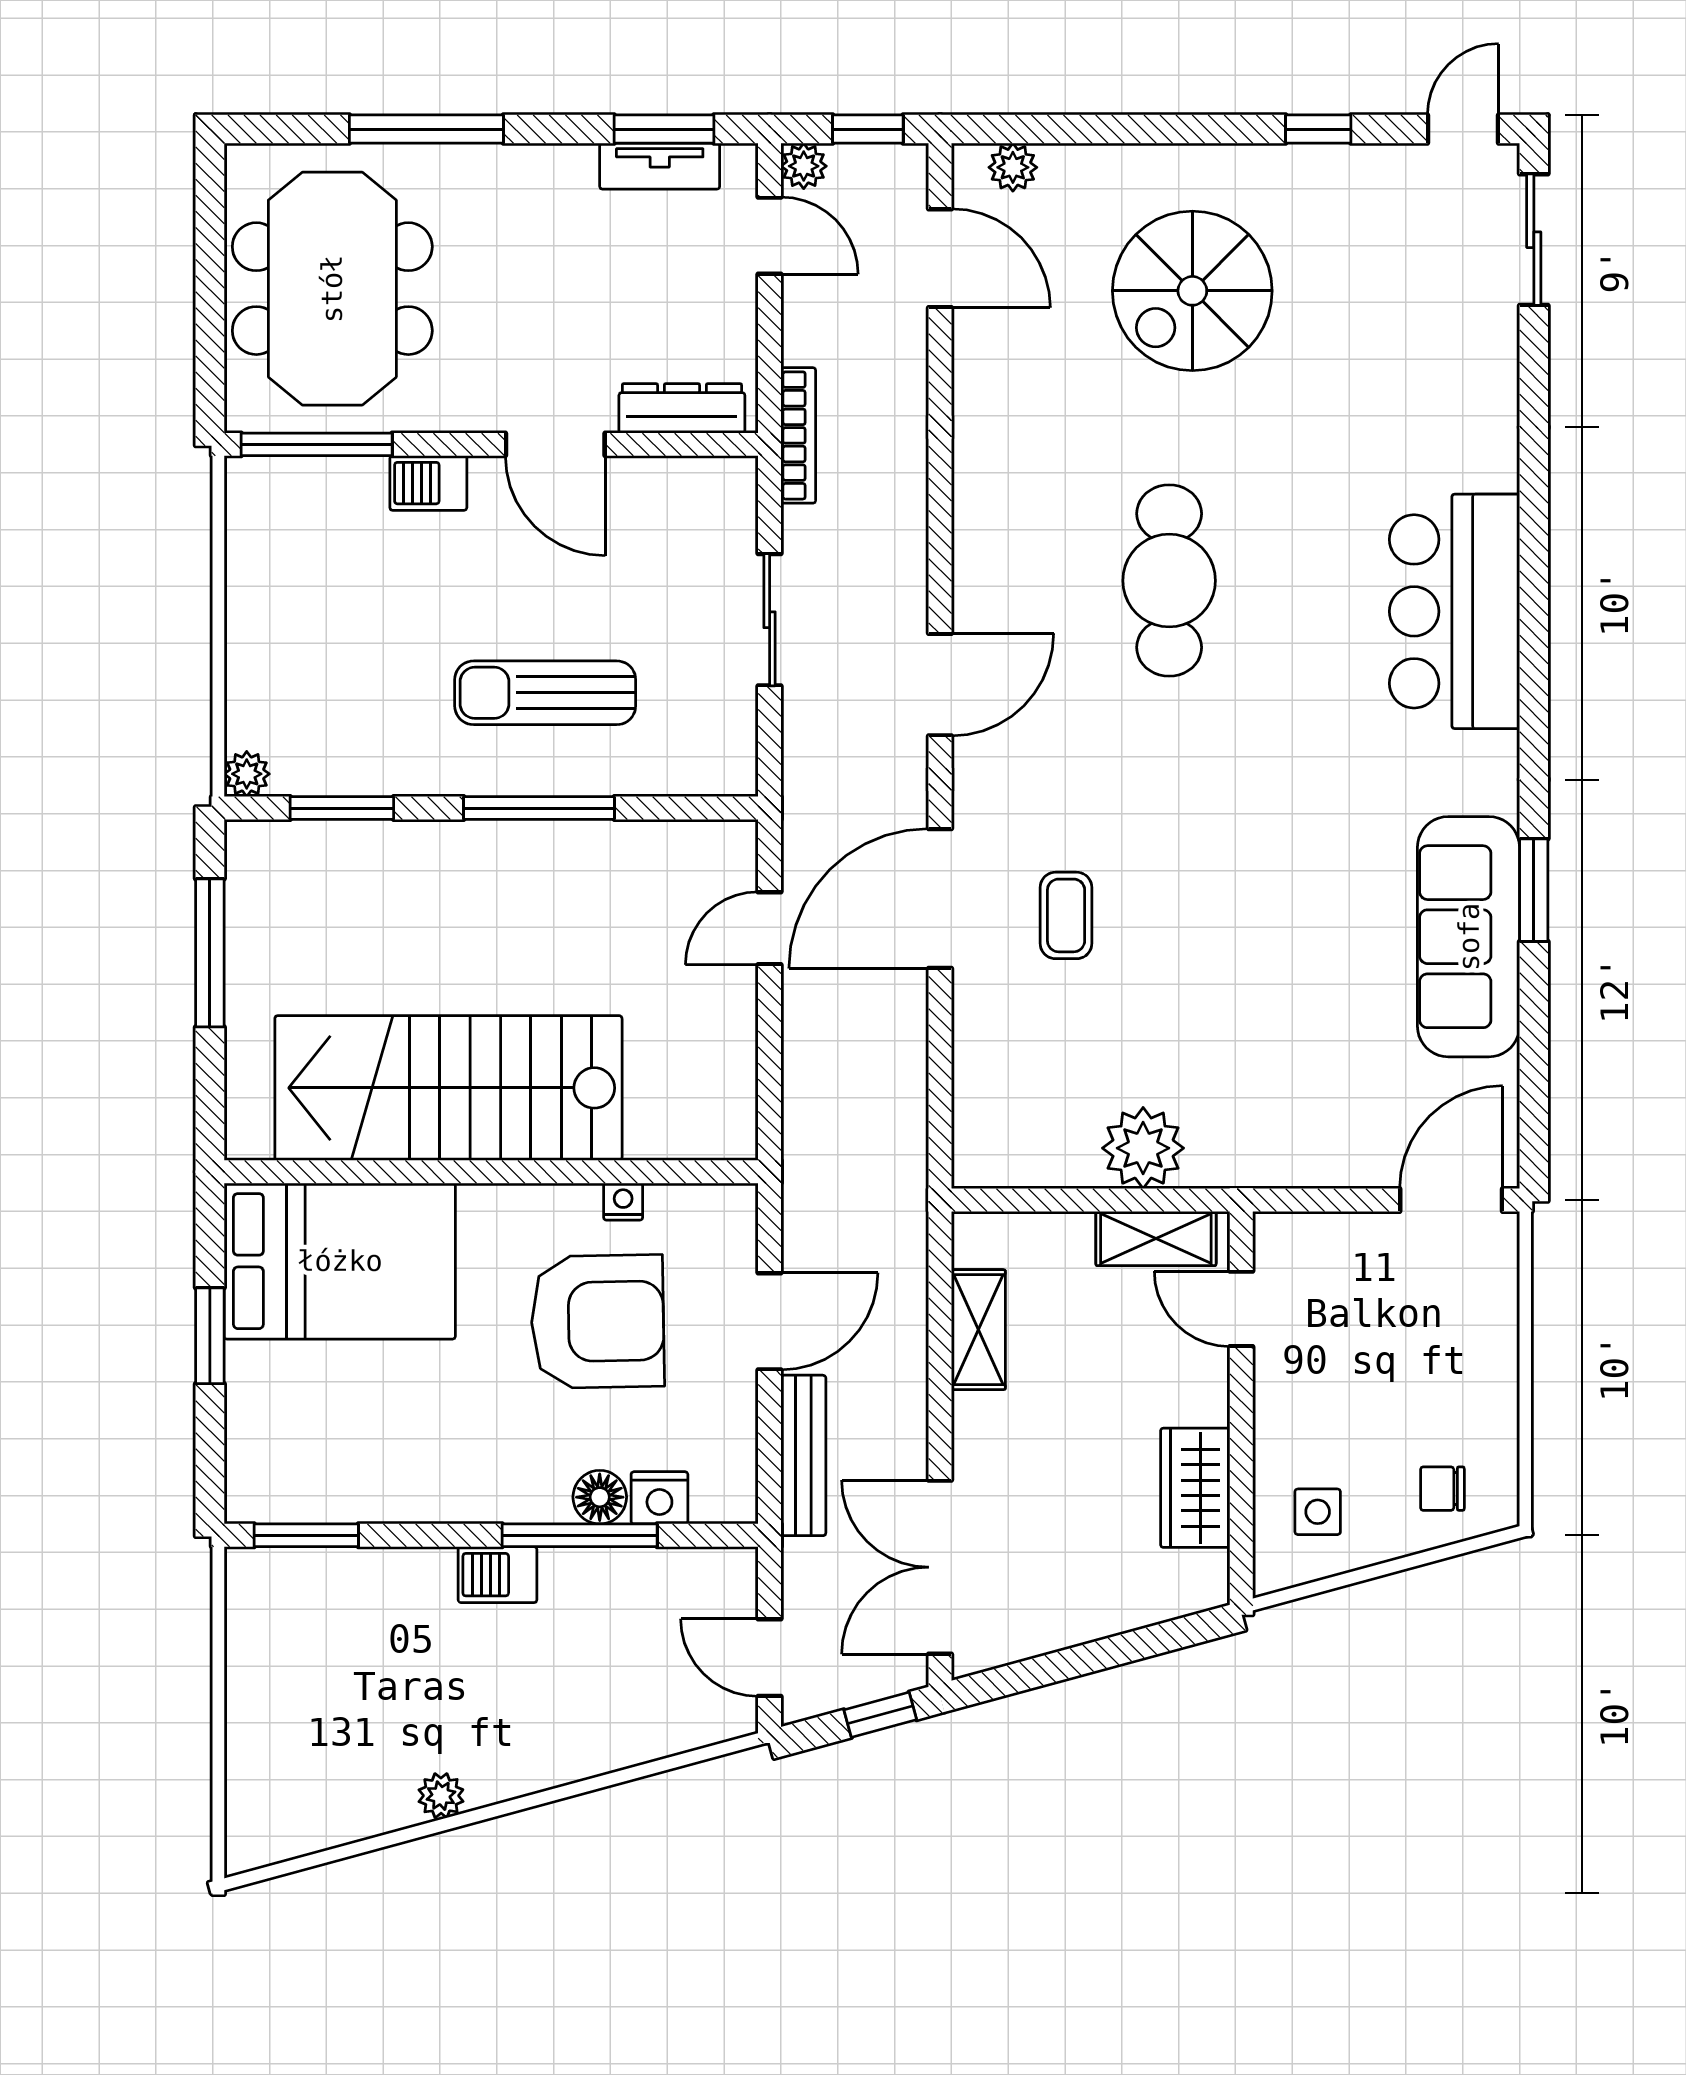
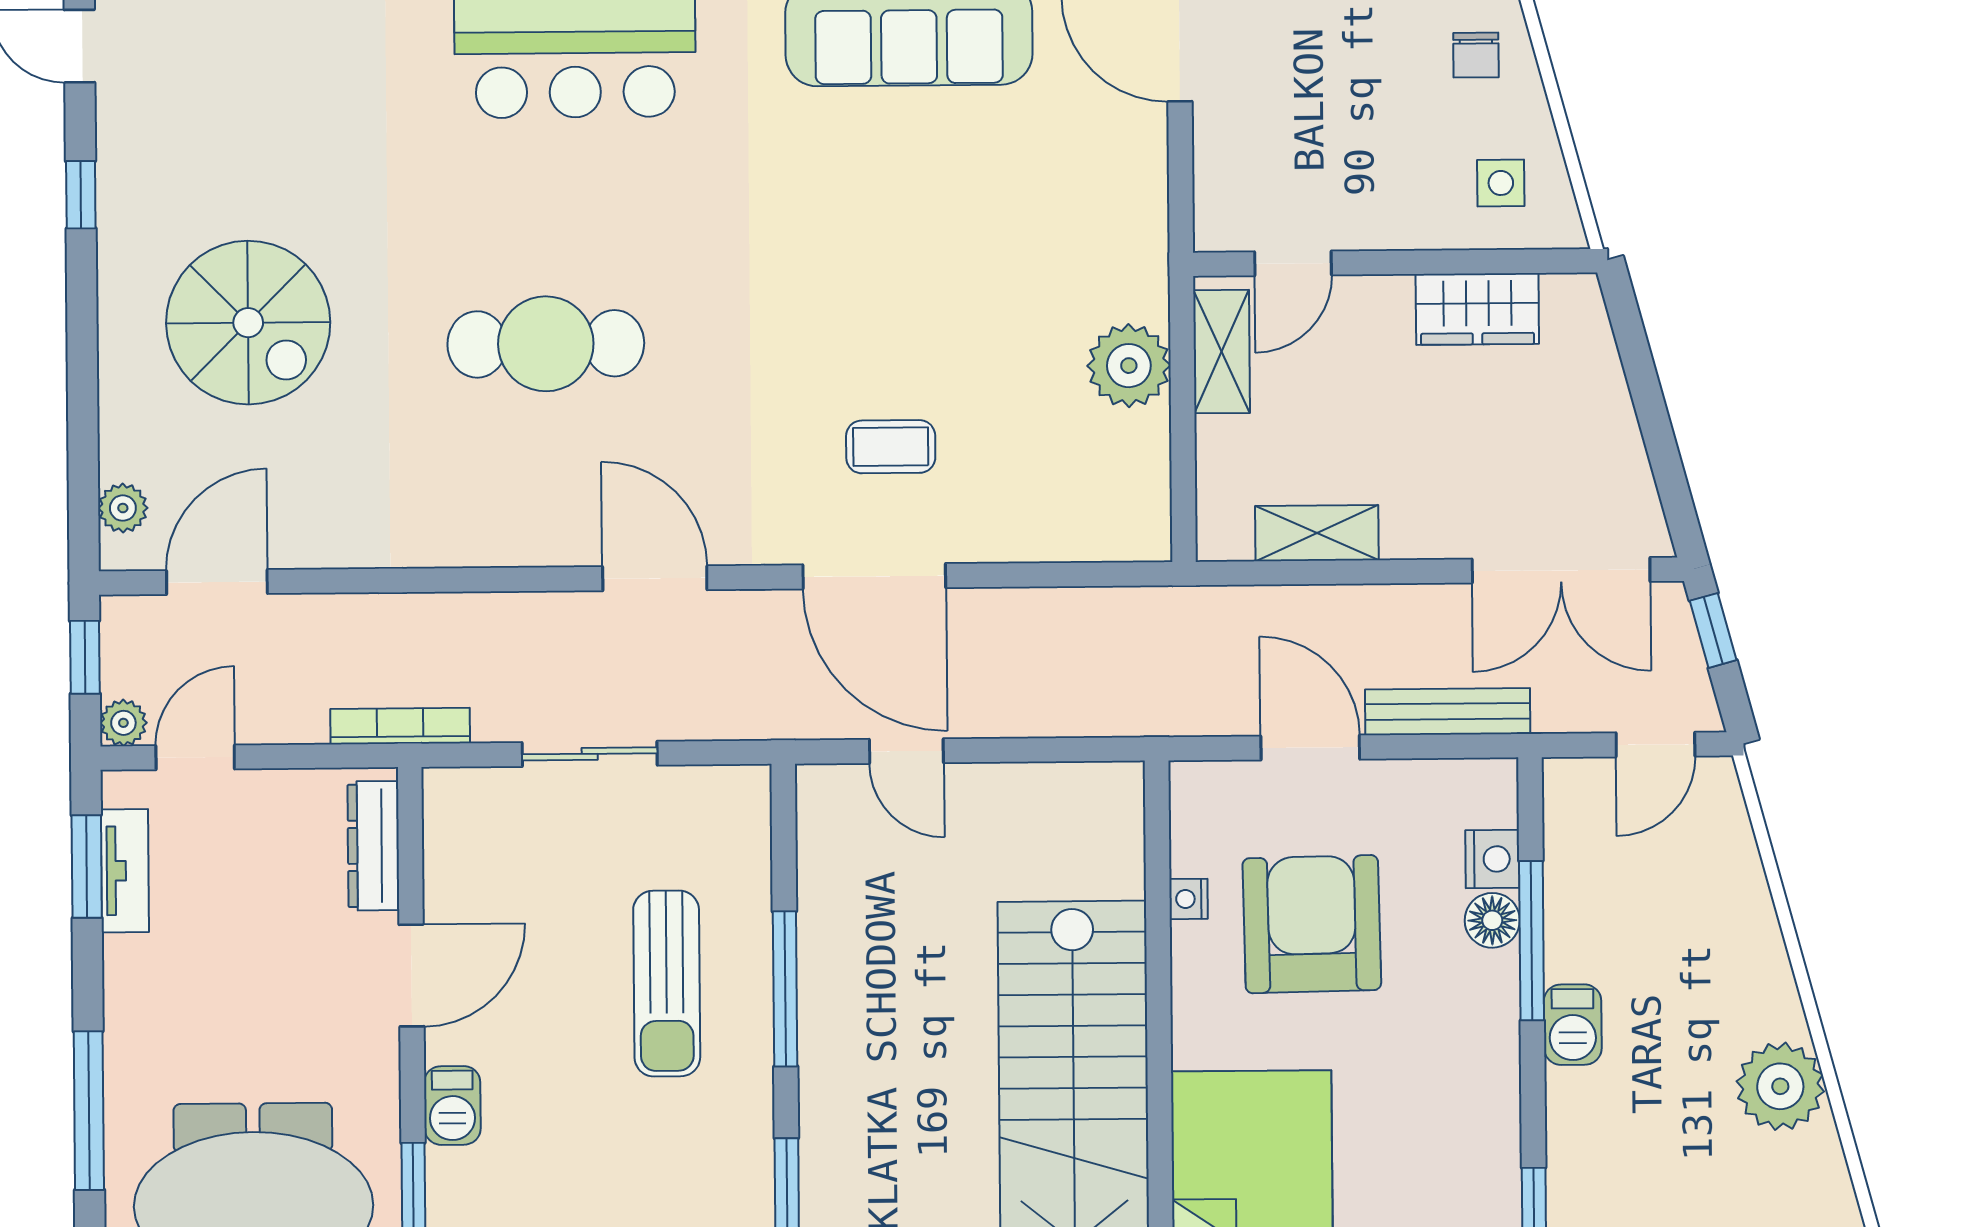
plant: (441, 1796) -> (1780, 1086), width x1.88, depth x1.88

